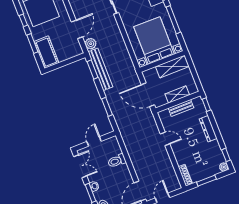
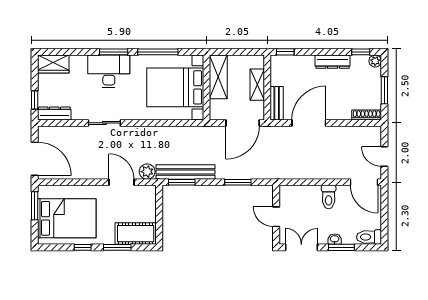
bench: (181, 108) -> (277, 103), moved
dresser: (208, 129) -> (333, 62), moved
door: (165, 139) -> (309, 123), width x1.88
toilet: (117, 161) -> (329, 197), moved

